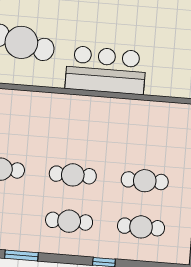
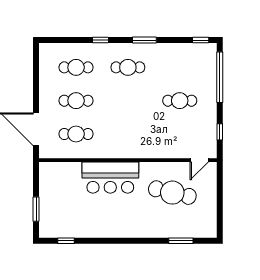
cafe table: (73, 175) -> (76, 134), moved
window: (21, 256) -> (144, 40), moved

